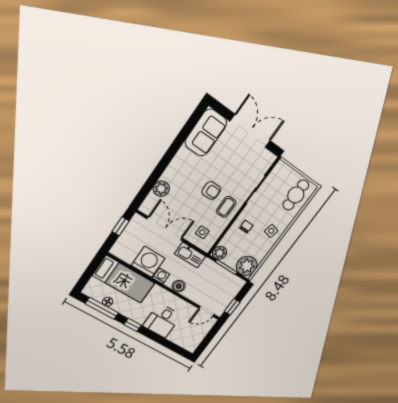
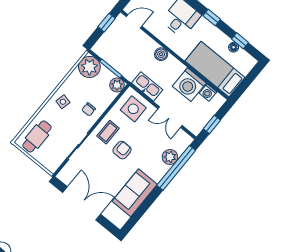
double door: (250, 131) -> (82, 203), swing flipped
sofa: (206, 133) -> (135, 193), moved
window: (154, 178) -> (176, 168), added
armchair: (211, 191) -> (122, 150), turned 90
double door: (165, 229) -> (170, 117), width x0.73
side table: (202, 232) -> (133, 109), width x1.87, depth x1.87
washing machine: (161, 276) -> (208, 93), moved
window: (102, 308) -> (240, 41), width x0.46

